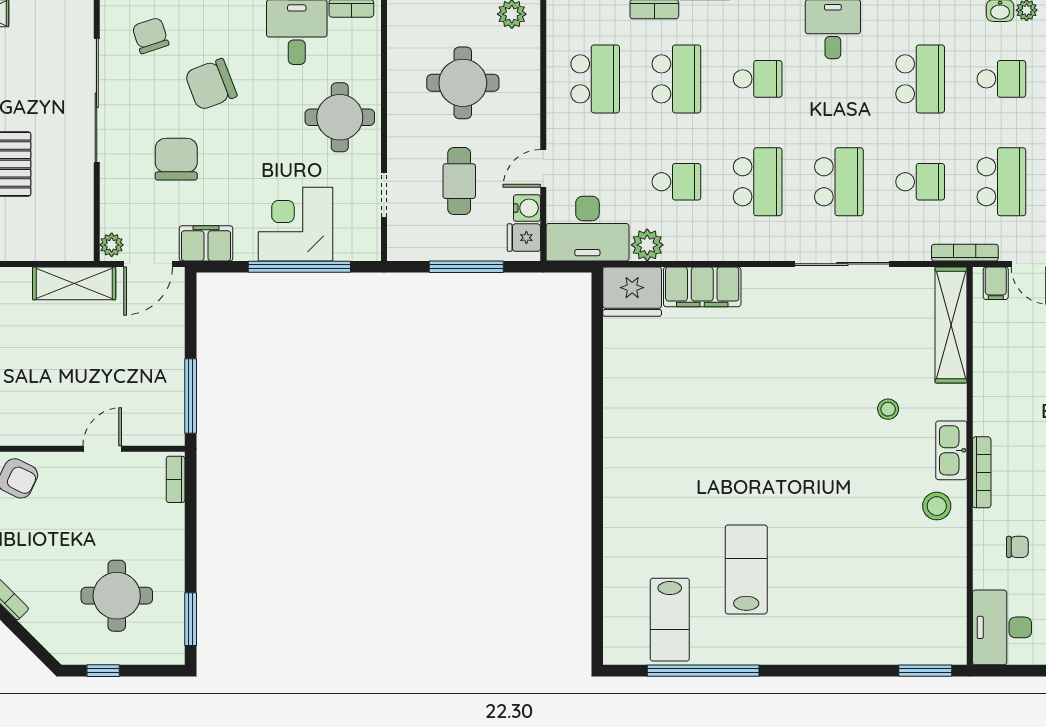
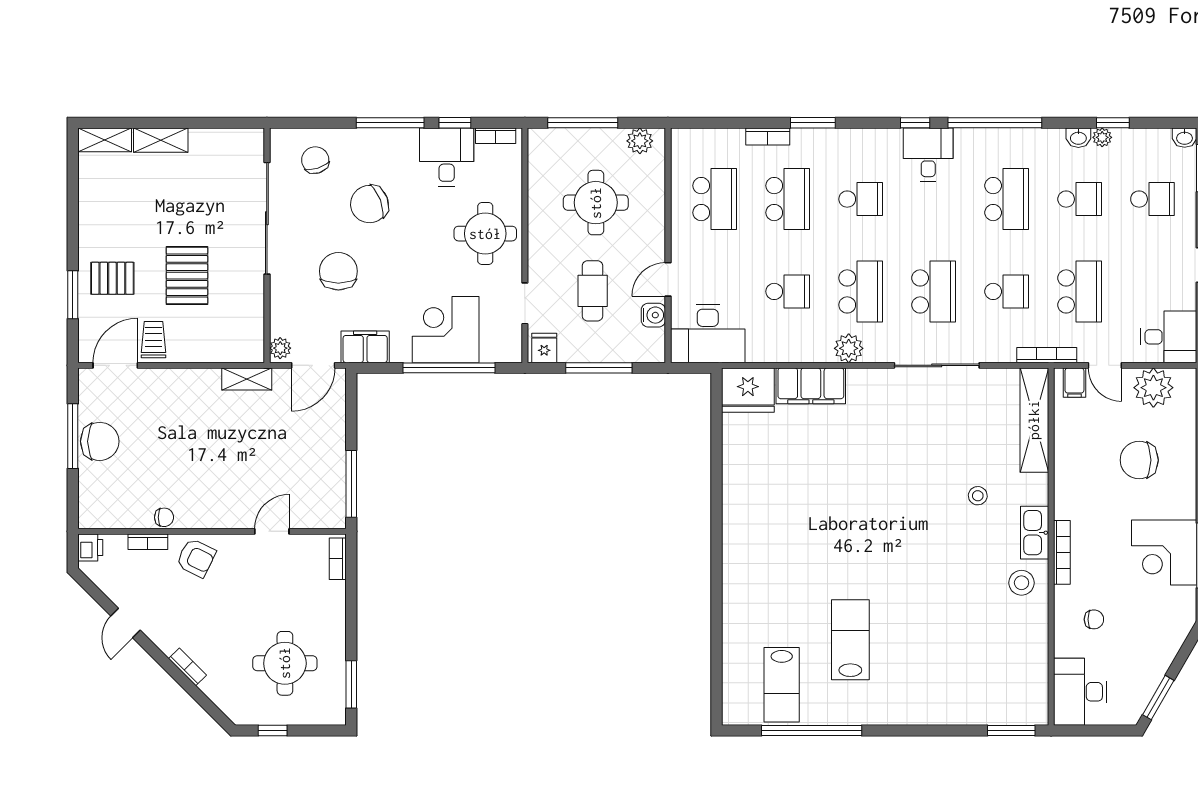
fridge: (524, 238) -> (544, 348), moved, turned 90
plant: (647, 245) -> (849, 348), moved
shelving: (74, 283) -> (247, 379), width x0.67, depth x0.75

